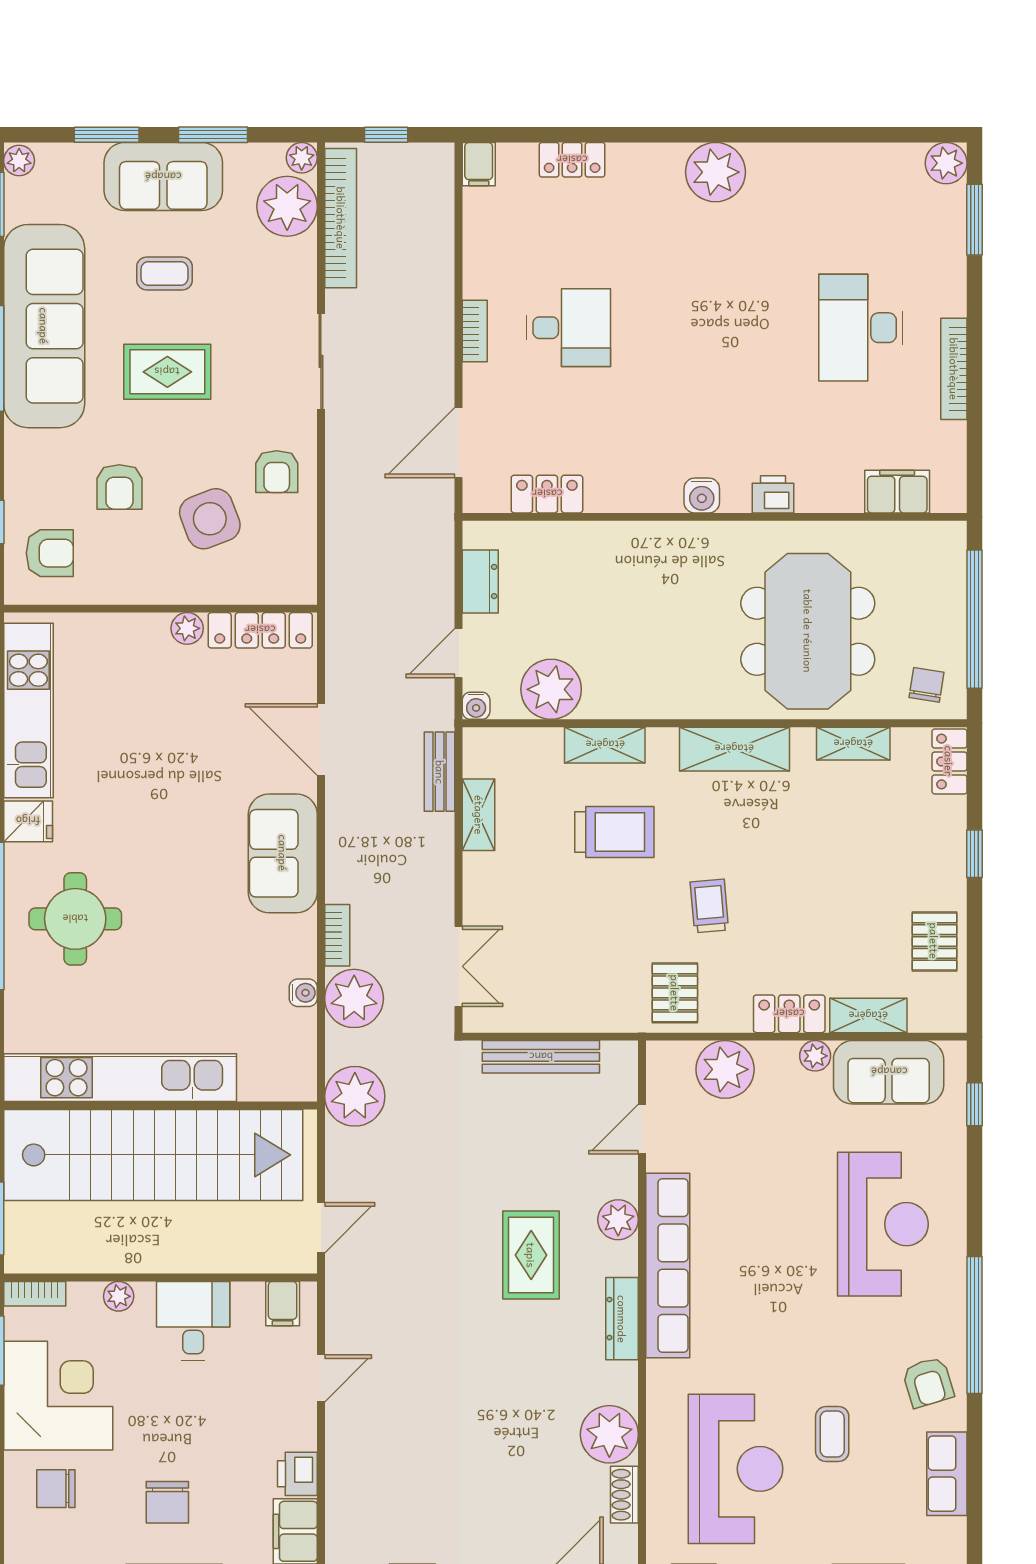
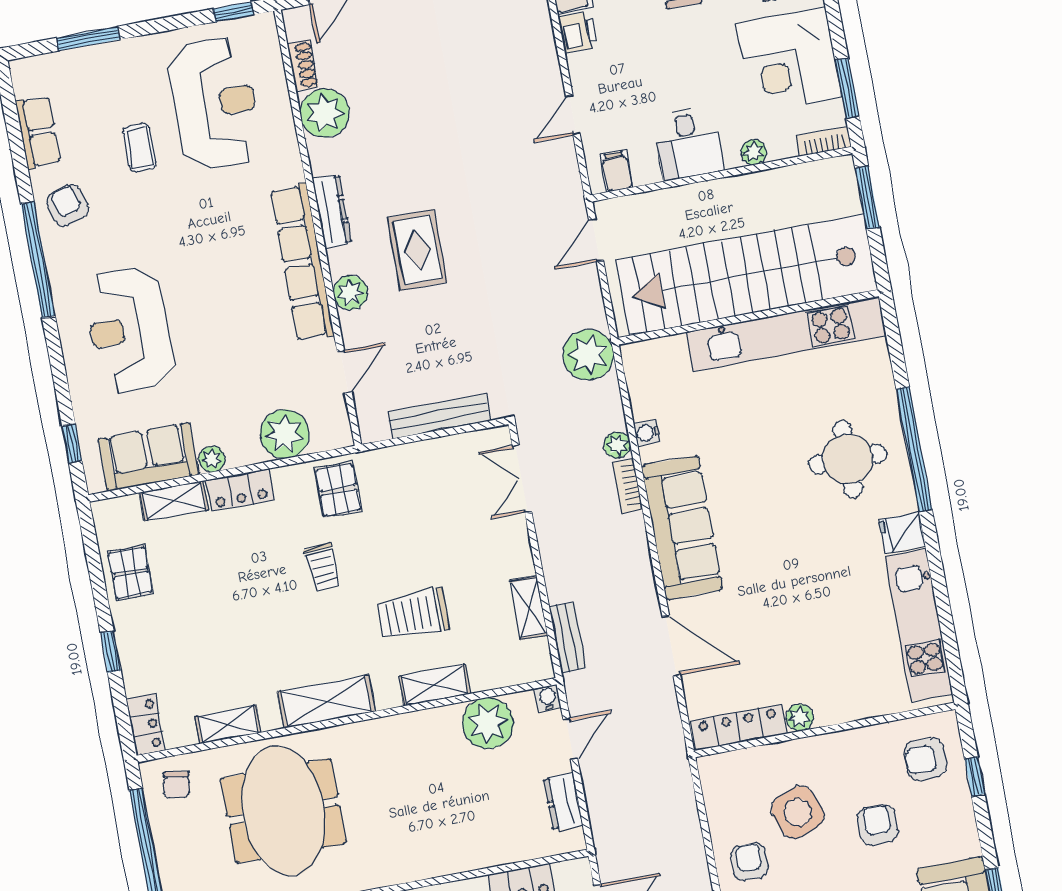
sofa: (283, 853) -> (682, 528), width x1.36
plant: (354, 998) -> (617, 445), width x0.53, depth x0.53
reception desk: (736, 1469) -> (214, 104), turned 180

